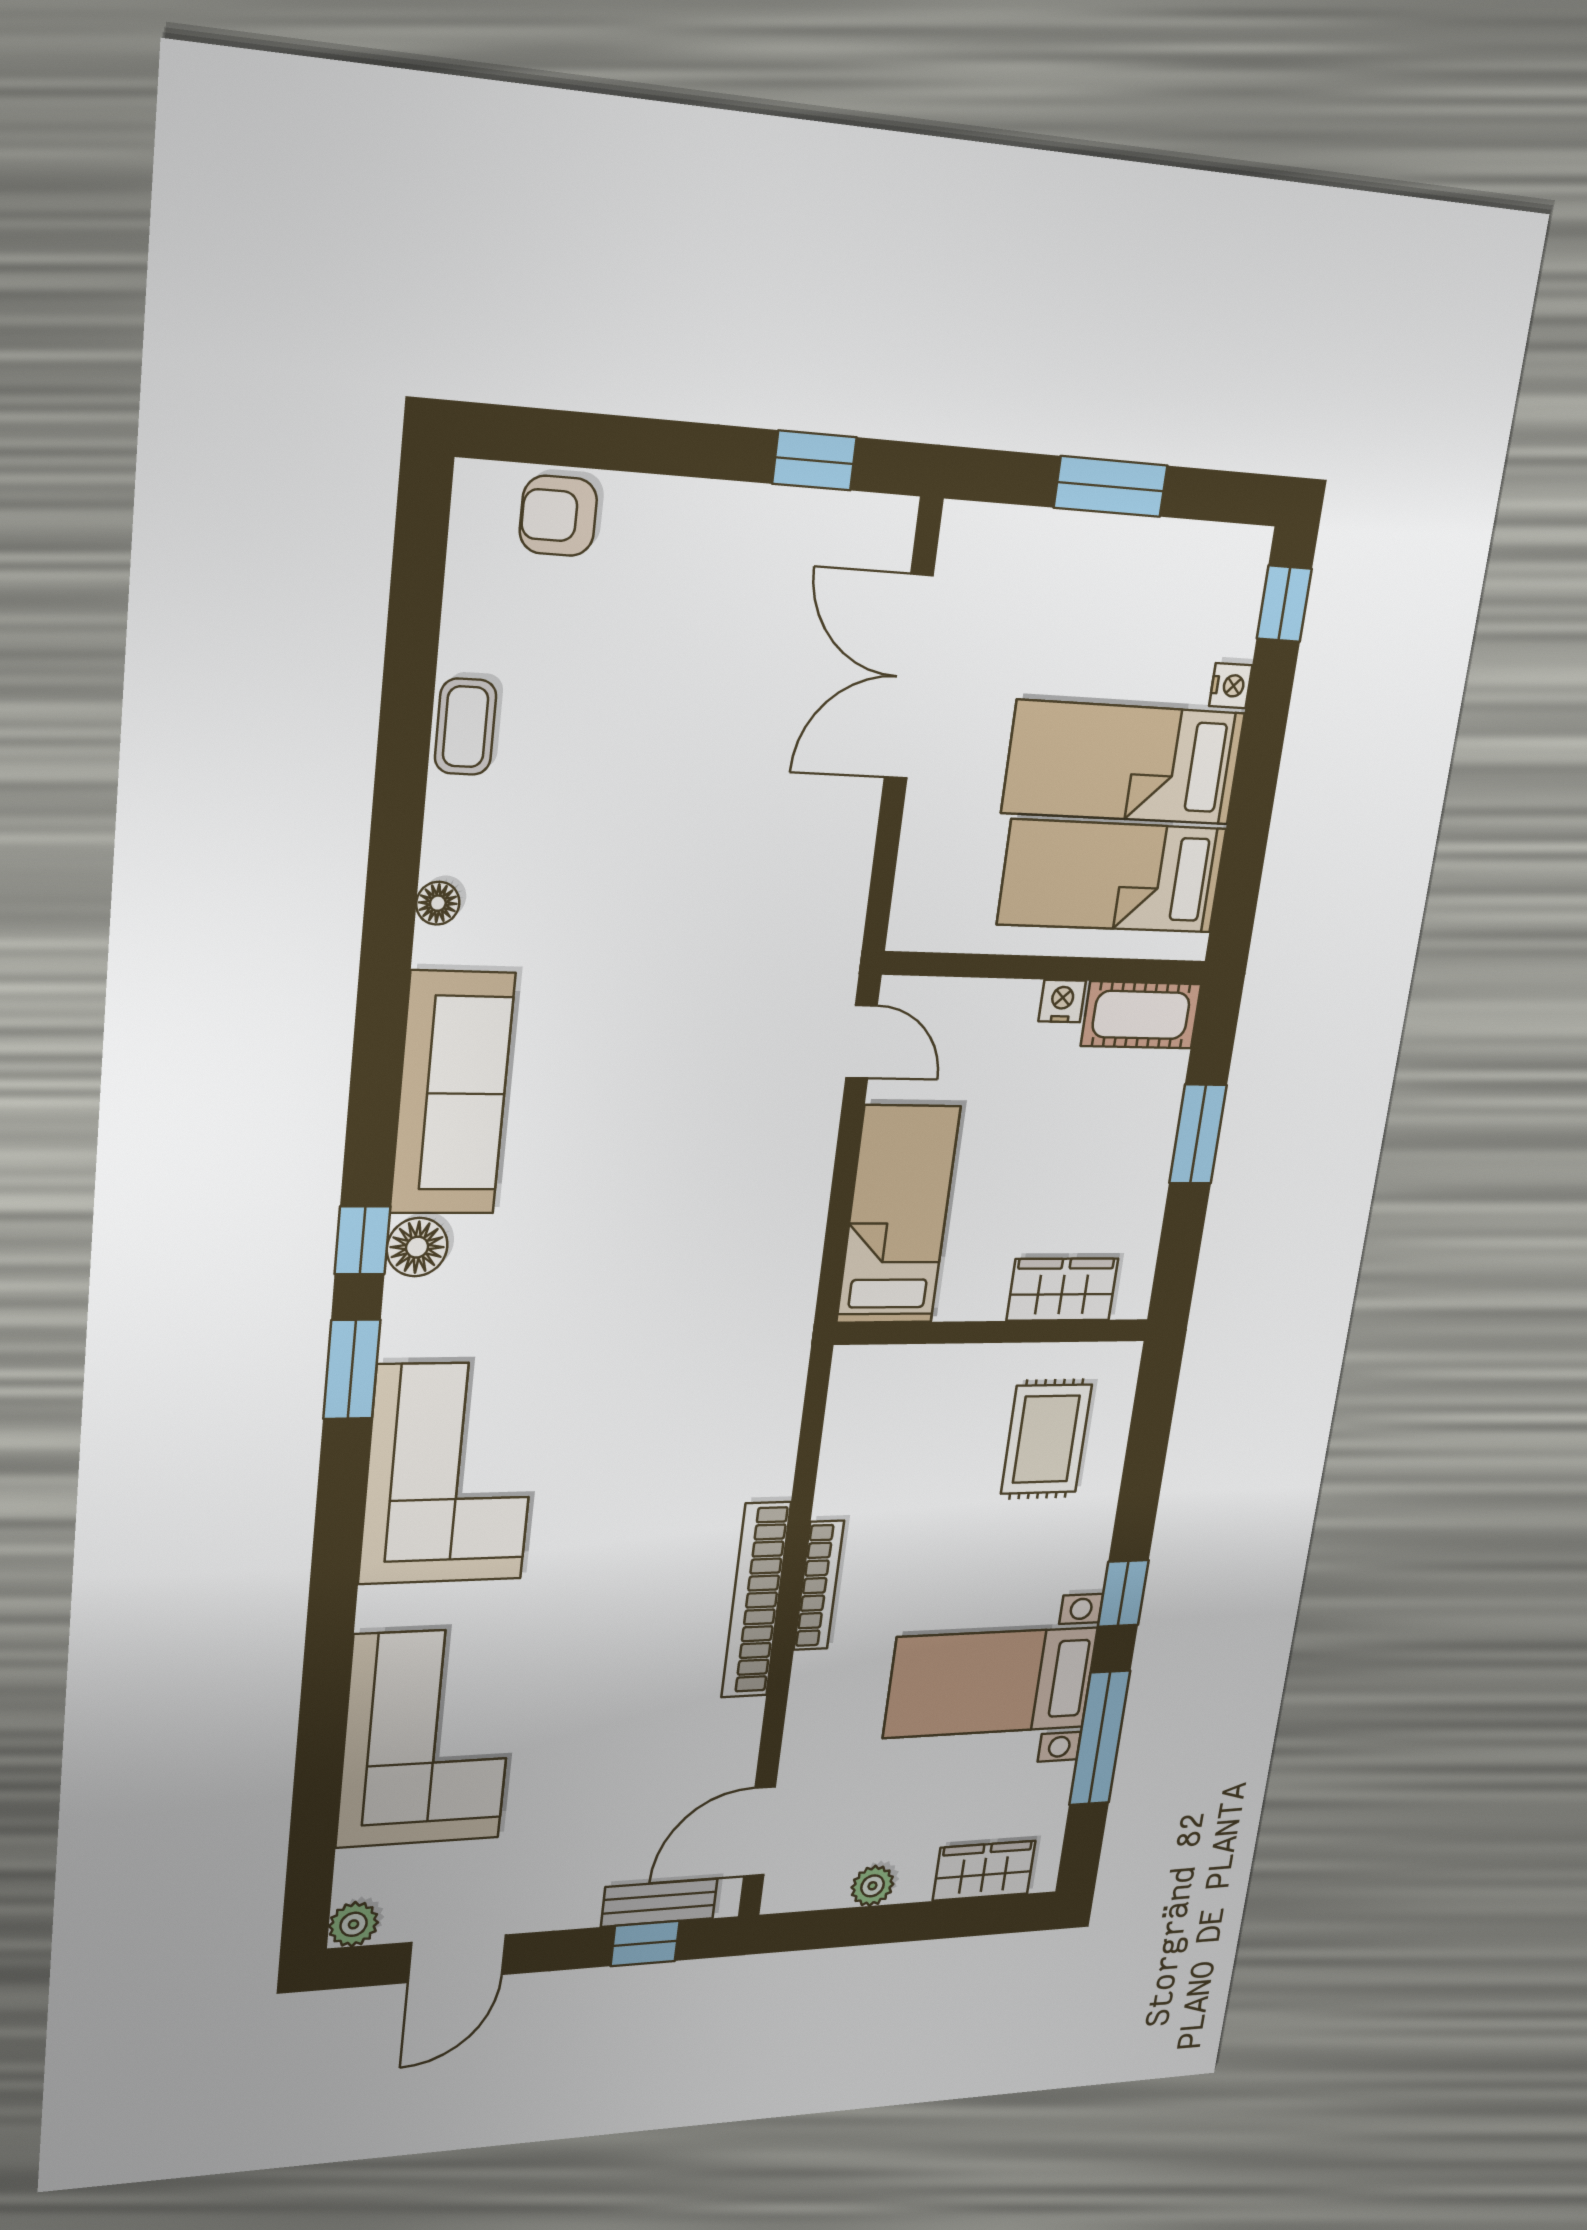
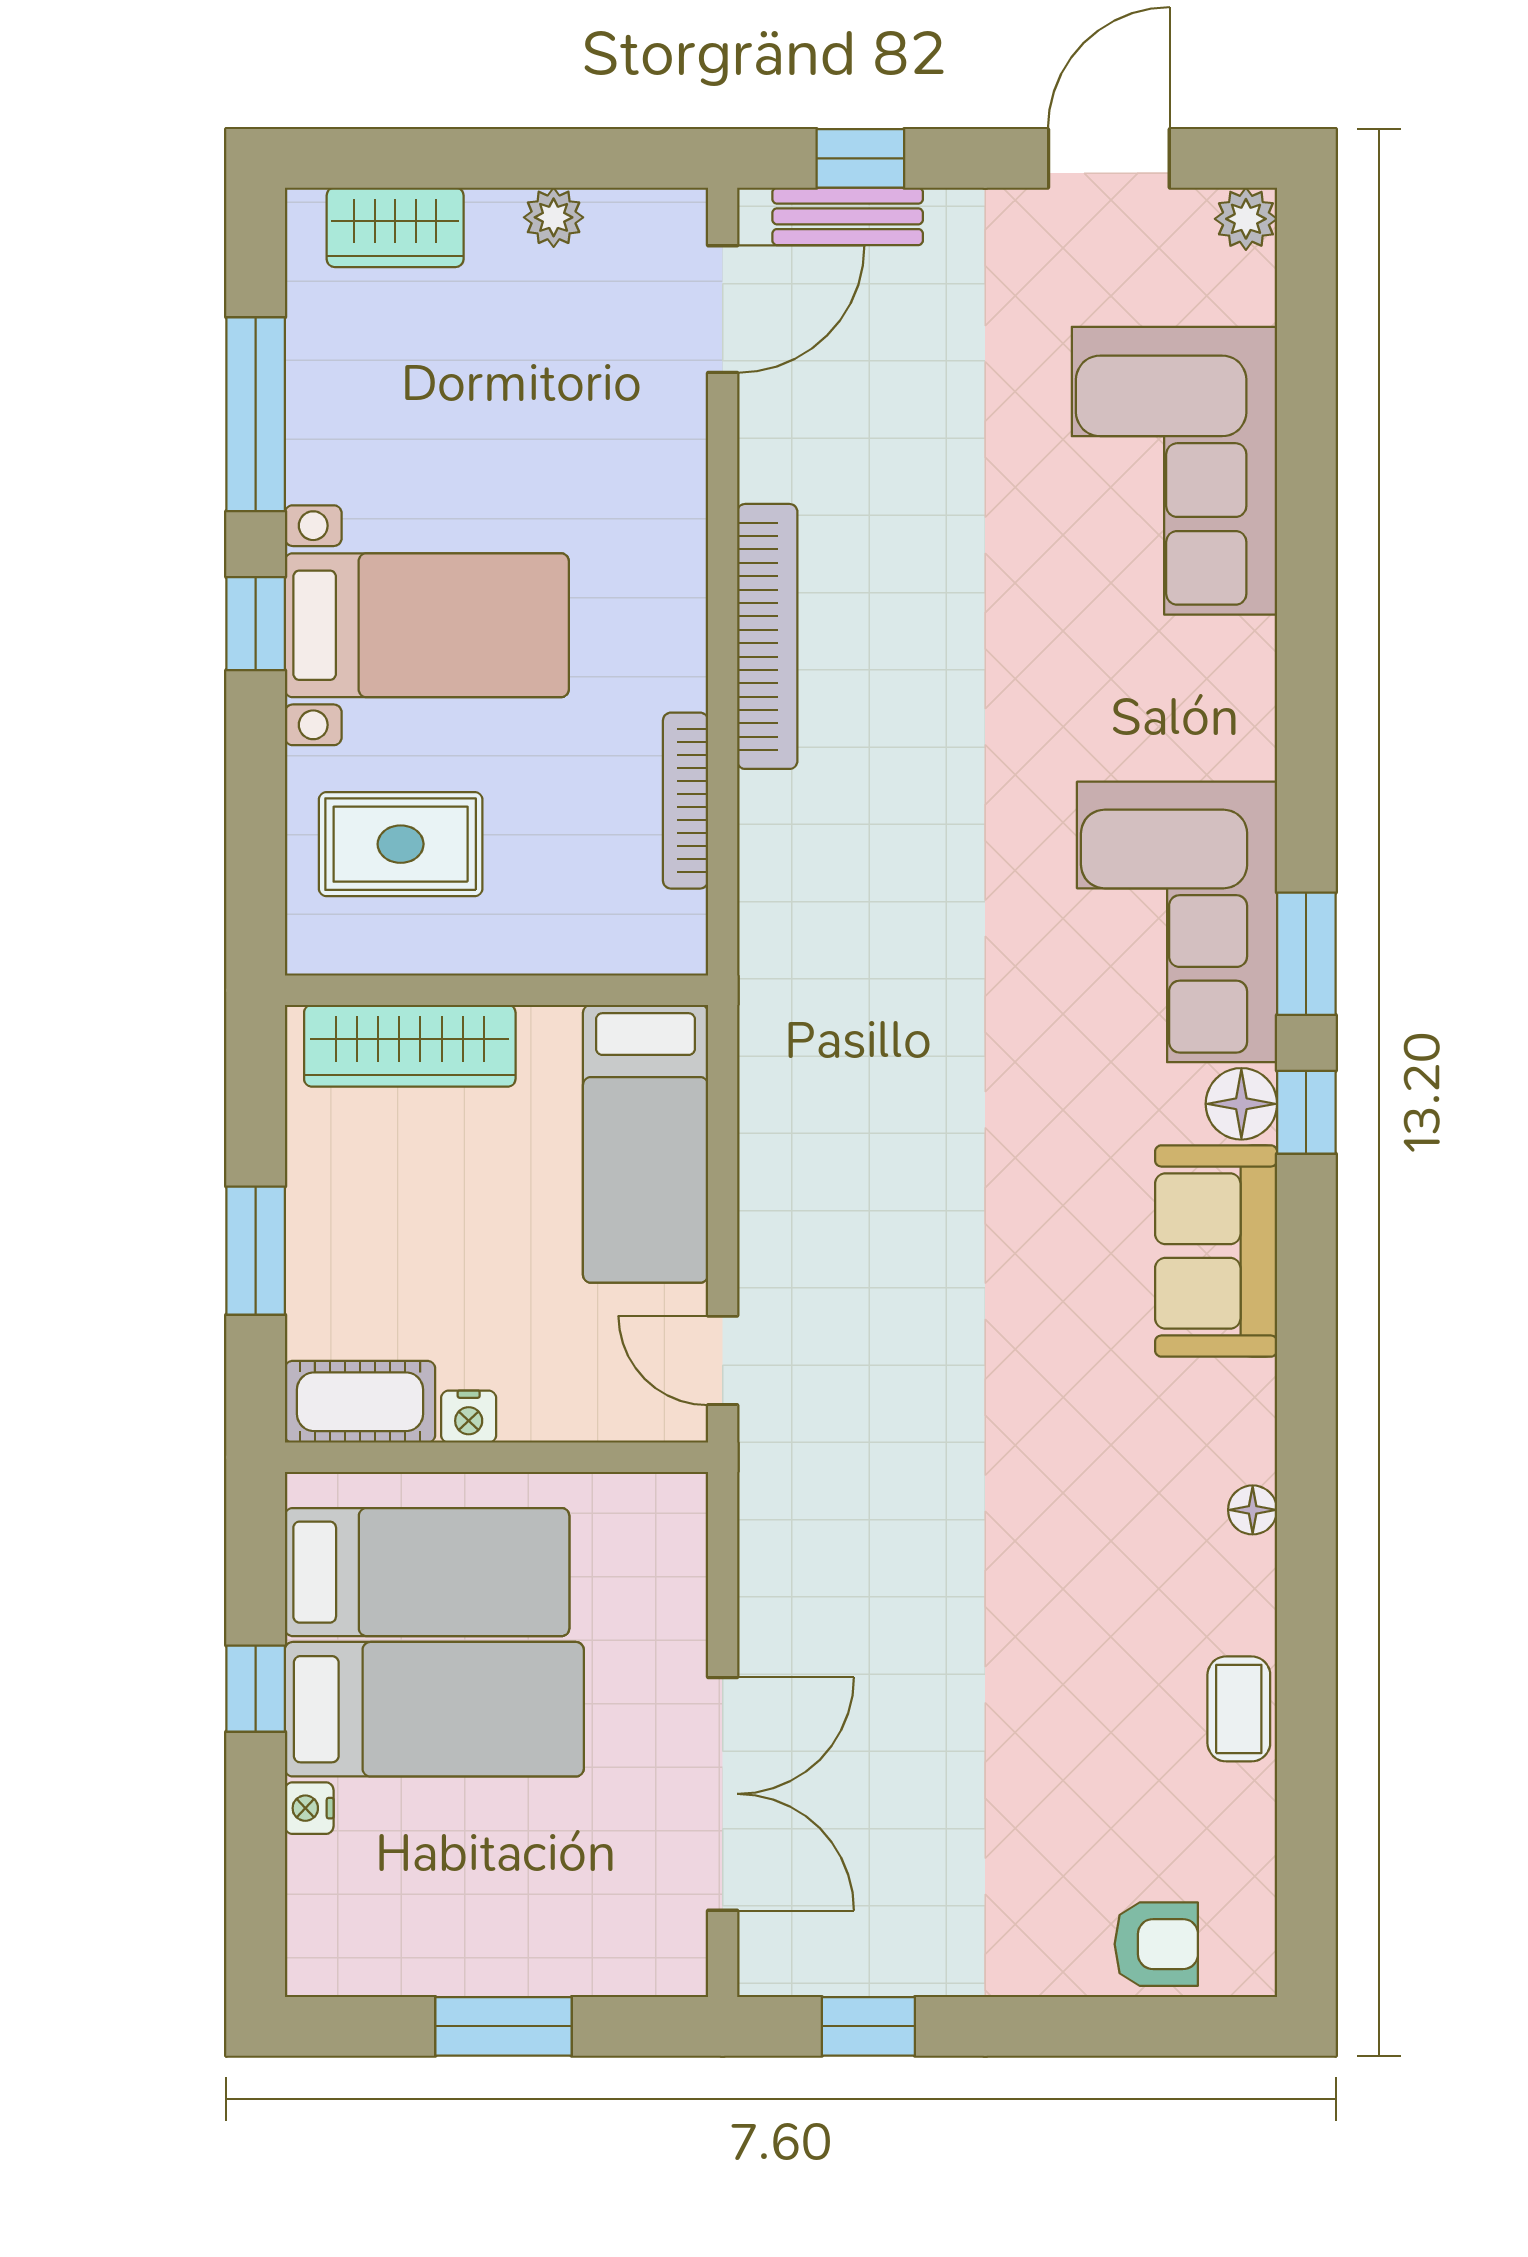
window: (1284, 604) -> (256, 1689), moved
sofa: (452, 1093) -> (1216, 1251), width x0.73
wardrobe: (1062, 1290) -> (410, 1046), width x1.50
rug: (1046, 1439) -> (401, 844), turned 90
corner sofa: (450, 1473) -> (1177, 922), moved
bookcase: (819, 1585) -> (685, 801), moved
bed with nightstands: (991, 1683) -> (427, 625), moved

